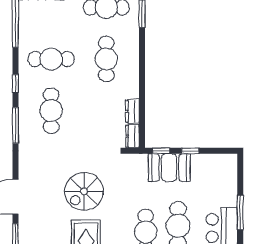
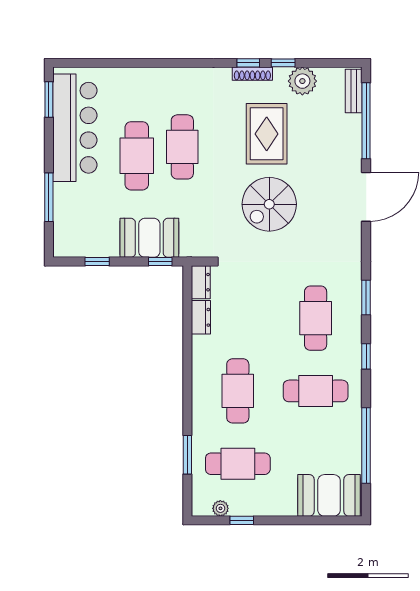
window: (15, 125) -> (366, 297), width x0.69
window: (190, 151) -> (97, 262), moved
spiral stairs: (84, 191) -> (269, 204), turned 180
window: (240, 212) -> (49, 197), moved

